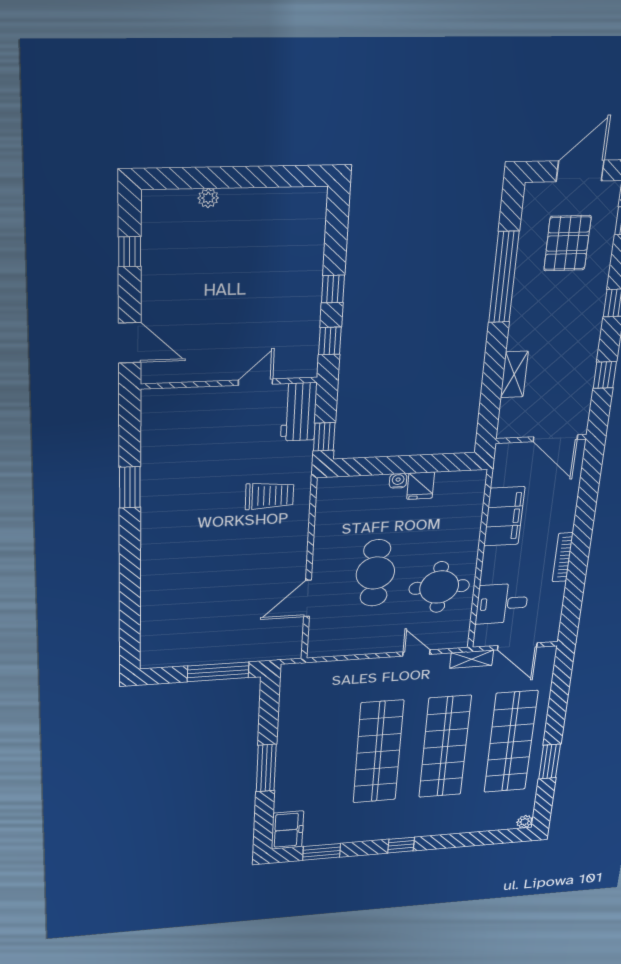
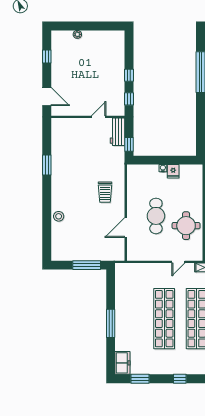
trolley: (269, 496) -> (105, 192), moved, turned 90
stool: (157, 586) -> (59, 216), added
door: (416, 653) -> (178, 262), swing flipped

